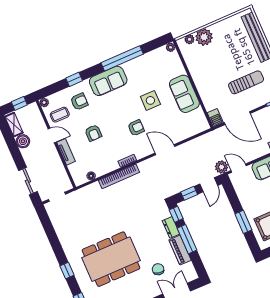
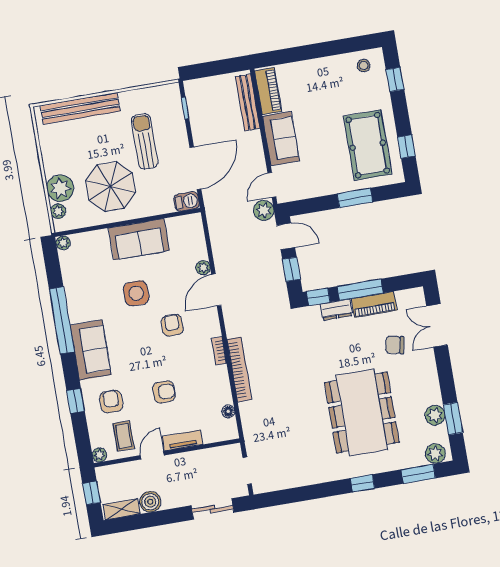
parasol: (213, 68) -> (111, 187), added
plant: (177, 138) -> (203, 268), added

